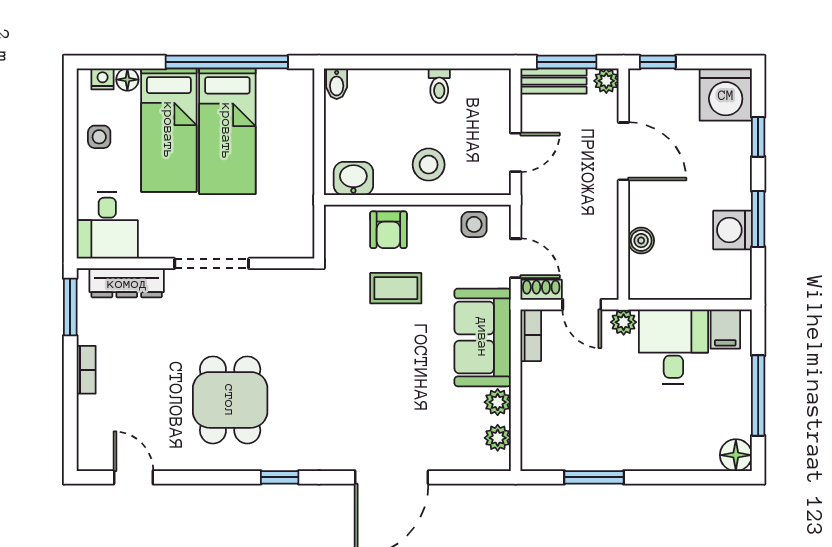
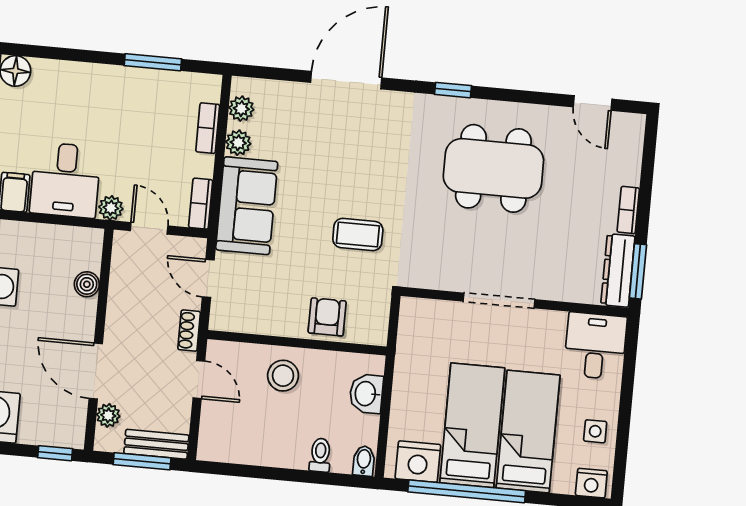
nightstand: (103, 79) -> (591, 483), width x1.39, depth x1.35
floor lamp: (127, 80) -> (563, 483), removed
plant: (606, 81) -> (108, 415), moved
toilet: (439, 86) -> (320, 455), moved
nightstand: (280, 88) -> (418, 462), added
door: (516, 152) -> (199, 380), swing flipped
washbasin: (353, 179) -> (366, 394), moved, turned 90
side table: (474, 224) -> (245, 314), removed
dresser: (127, 283) -> (618, 270), moved, turned -90
coffee table: (396, 288) -> (358, 234), moved
shoe rack: (541, 290) -> (189, 331), moved, turned 90
dining table: (230, 400) -> (493, 168), width x1.38
bookcase: (531, 414) -> (208, 128), added

